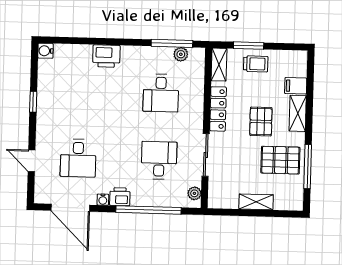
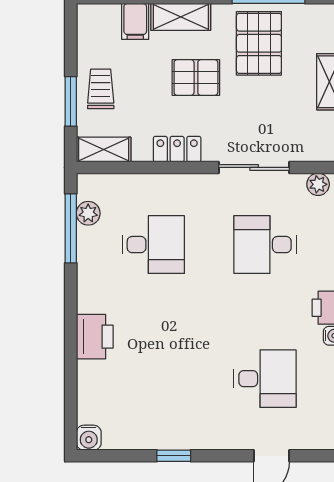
locker: (218, 109) -> (177, 149), width x0.66

